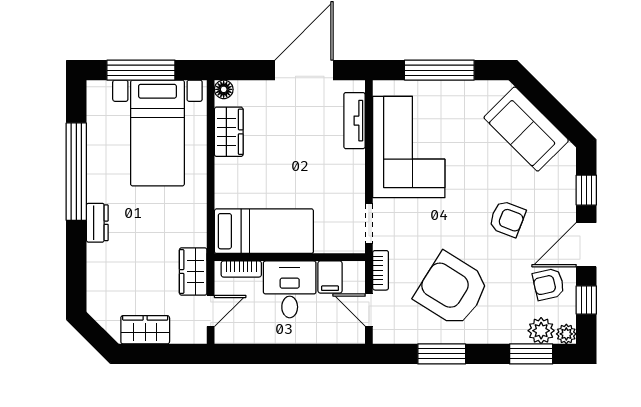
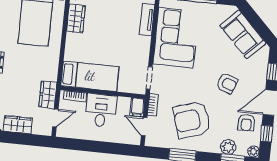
filing cabinet: (330, 277) -> (137, 107), moved
armchair: (549, 284) -> (246, 123), turned -77
armchair: (452, 290) -> (192, 120), turned -50
plant: (541, 331) -> (228, 147), moved

